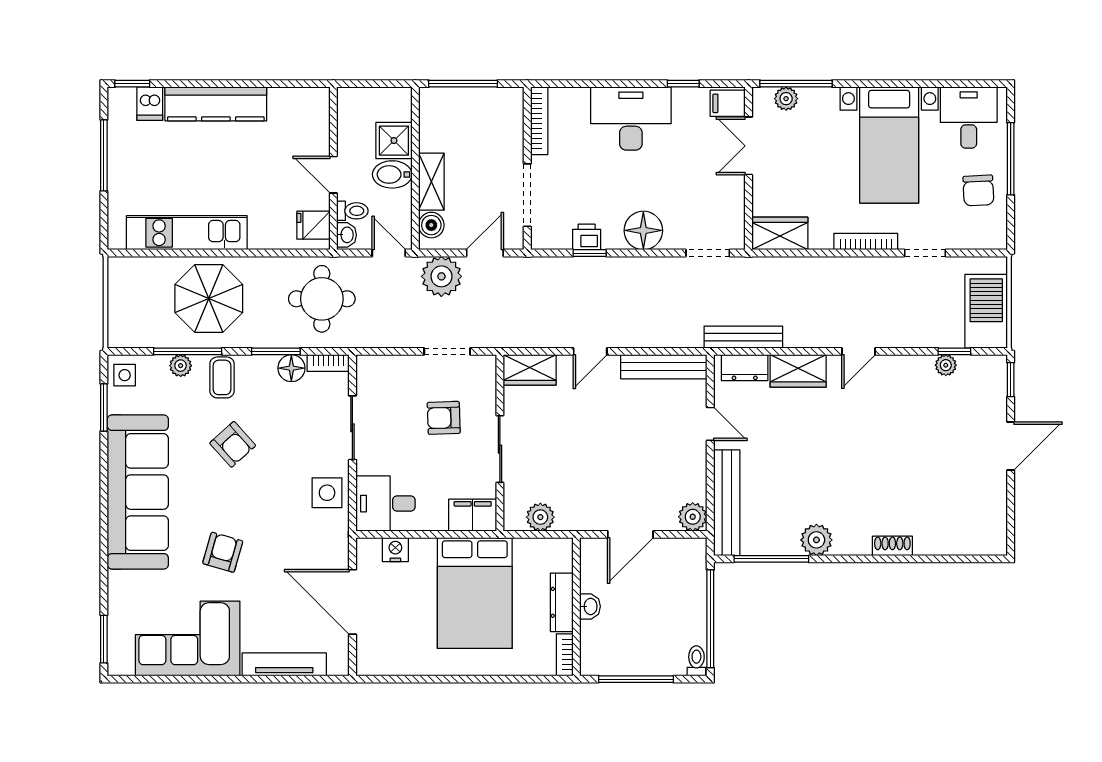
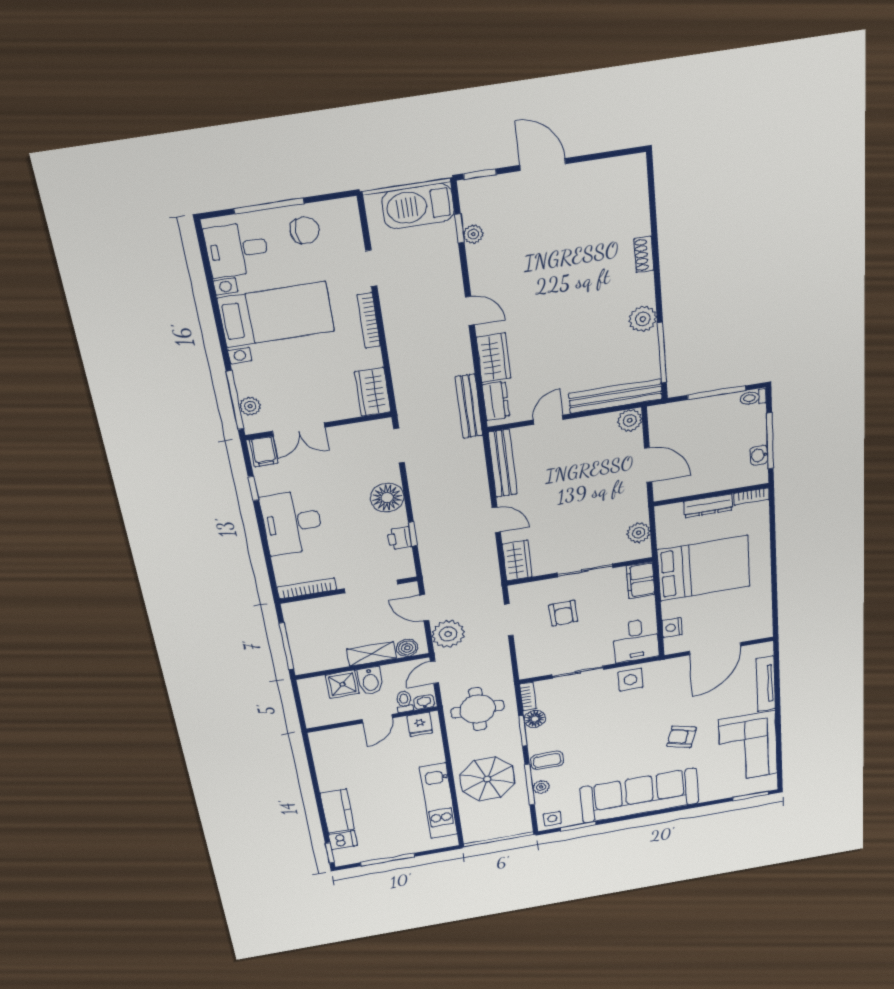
kitchen counter: (216, 104) -> (337, 811), width x0.67
armchair: (233, 444) -> (598, 745), removed
washbasin: (590, 606) -> (759, 455), moved, turned -90
window: (710, 619) -> (717, 393), width x0.68

